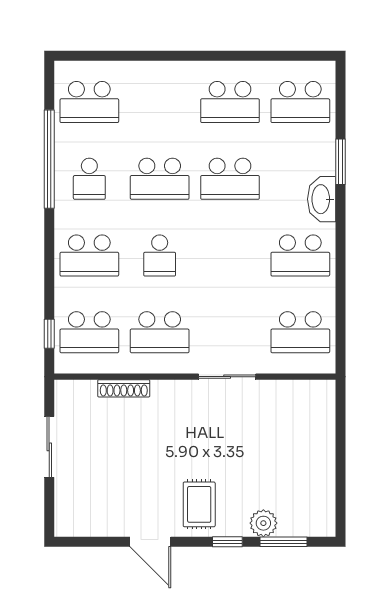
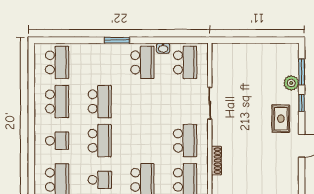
window: (340, 162) -> (117, 40), moved
washbasin: (322, 199) -> (163, 48), moved, width x0.52, depth x0.69
school desk: (160, 255) -> (57, 141), moved
rug: (199, 504) -> (281, 119), turned 90

